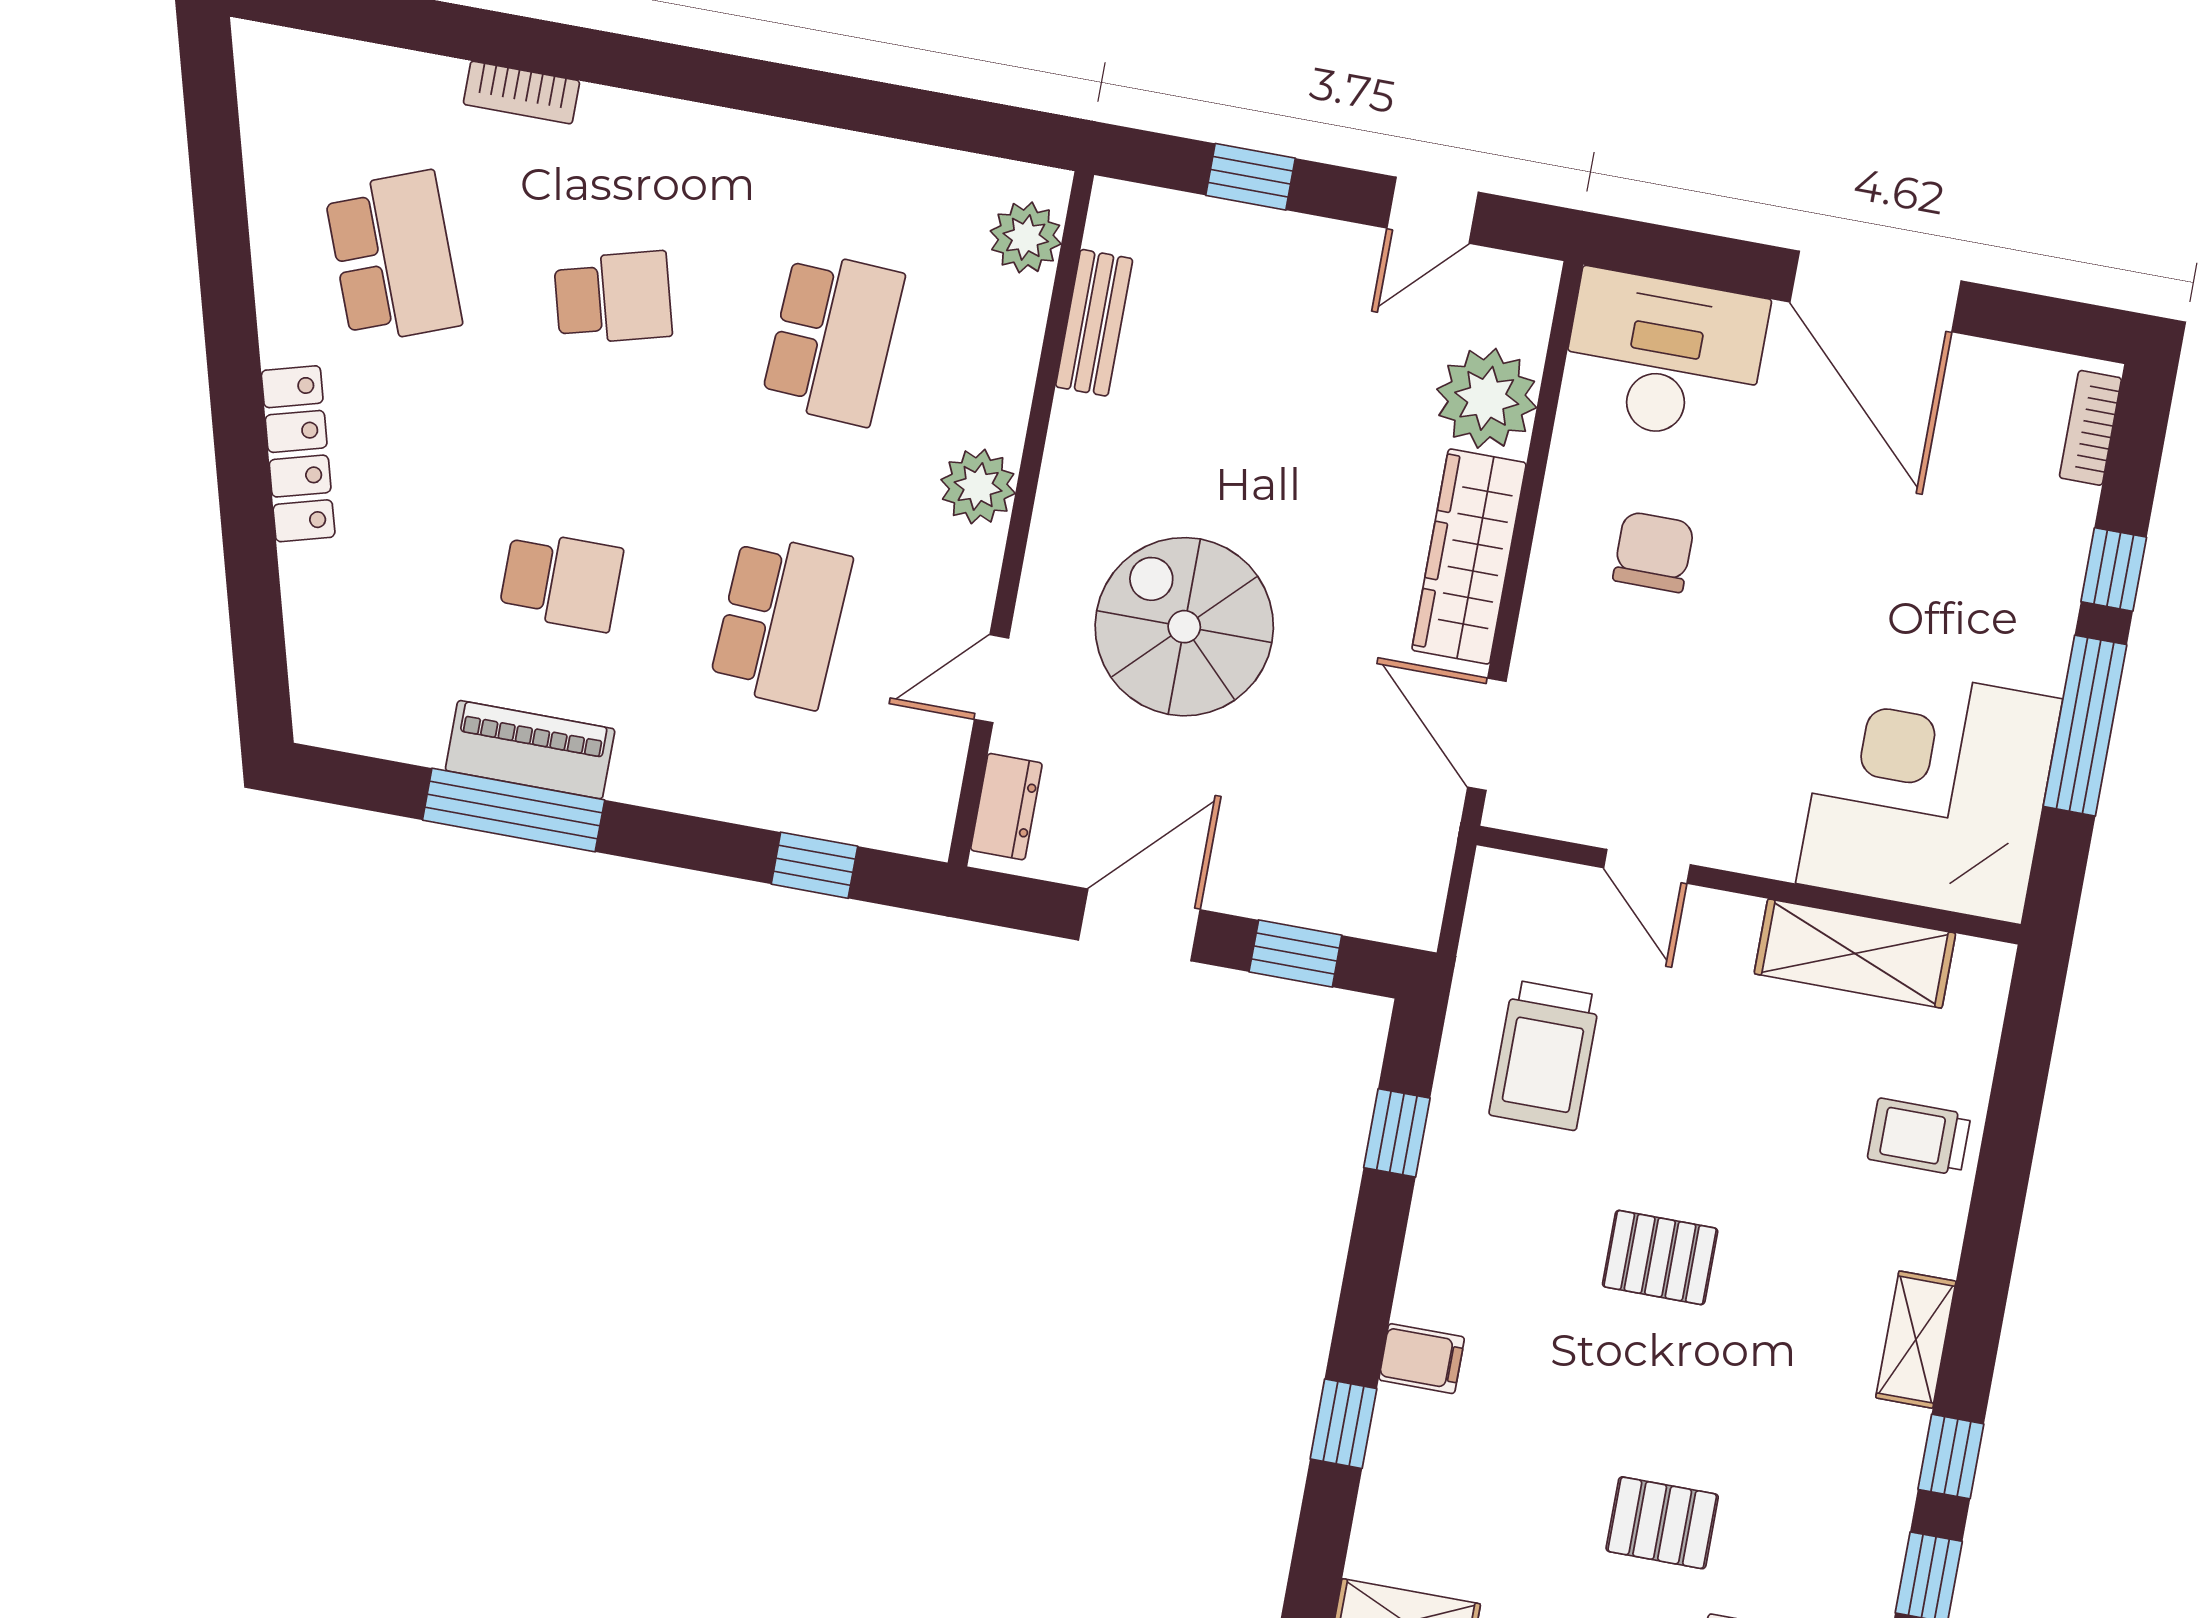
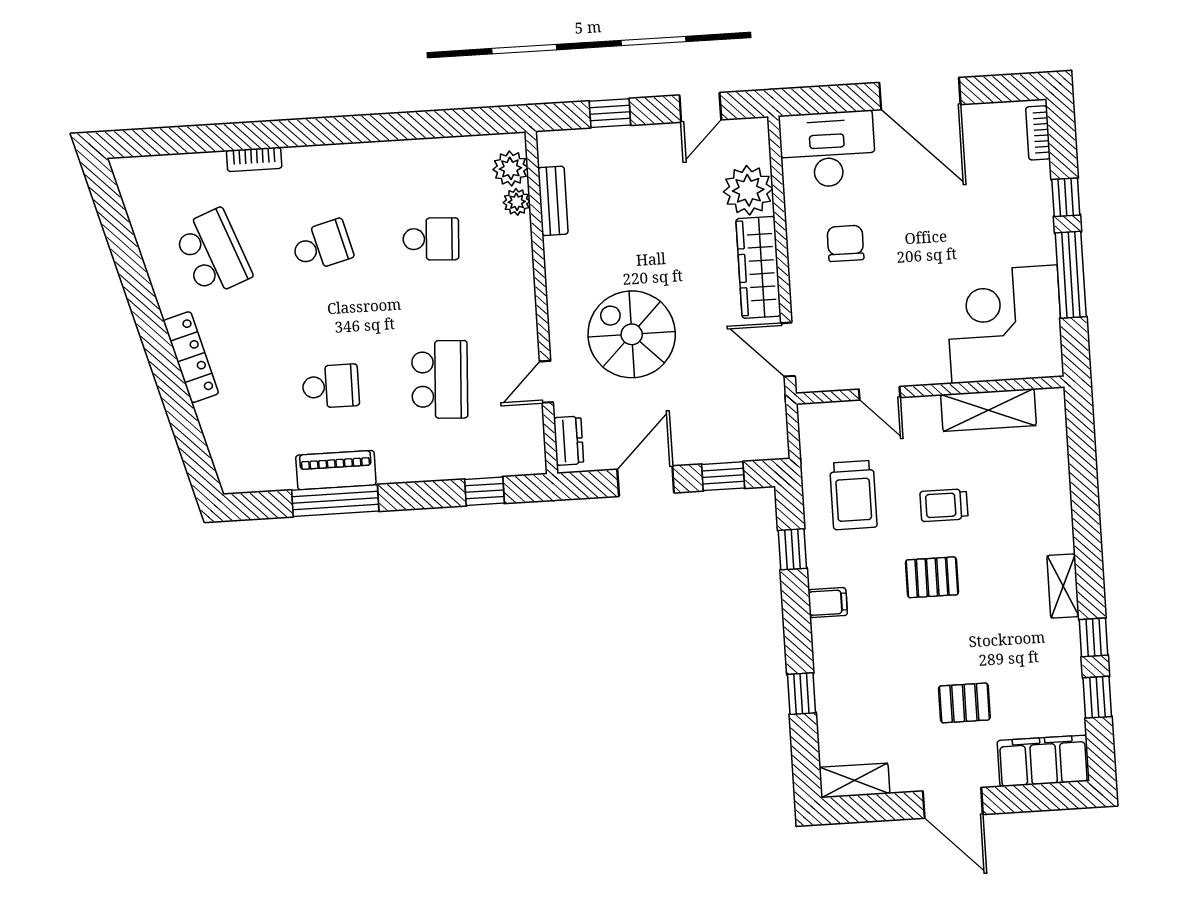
school desk: (833, 338) -> (431, 239), width x0.54
plant: (978, 487) -> (517, 202), moved, width x0.73, depth x0.73
trolley: (1919, 1137) -> (944, 505), moved
filing cabinet: (1422, 1359) -> (828, 603), moved

